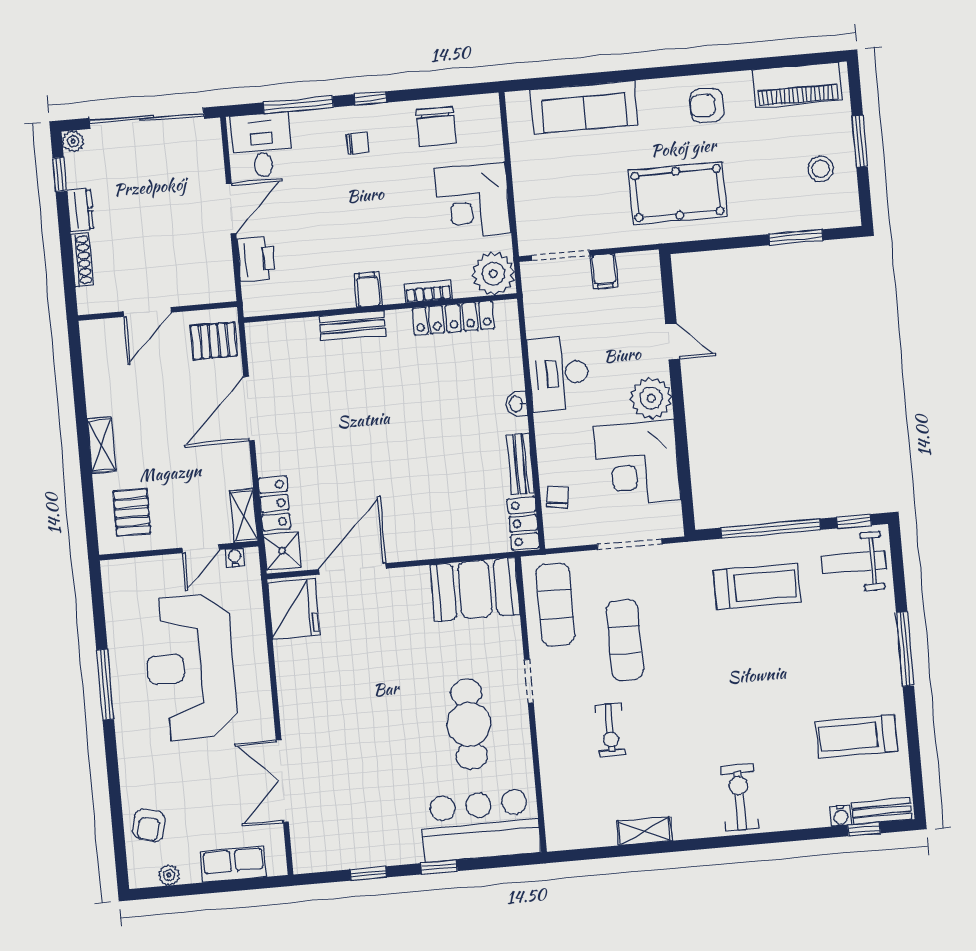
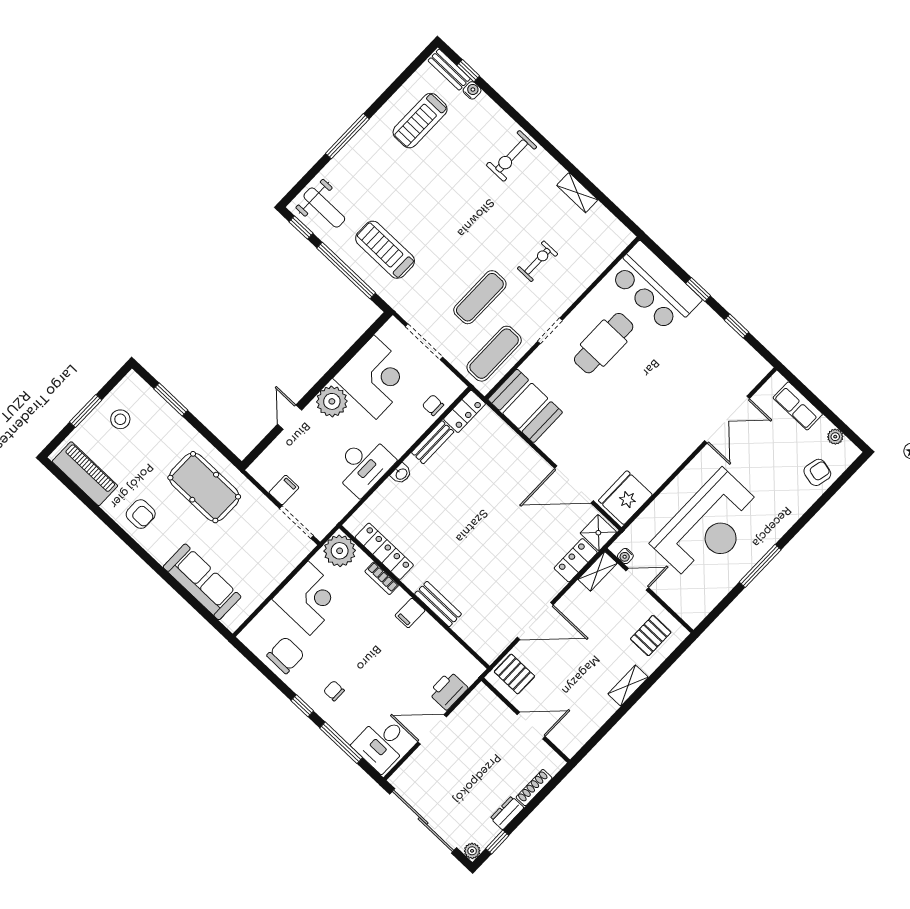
chair: (558, 497) -> (433, 405), turned 82
treadmill: (856, 736) -> (420, 121), turned 90

